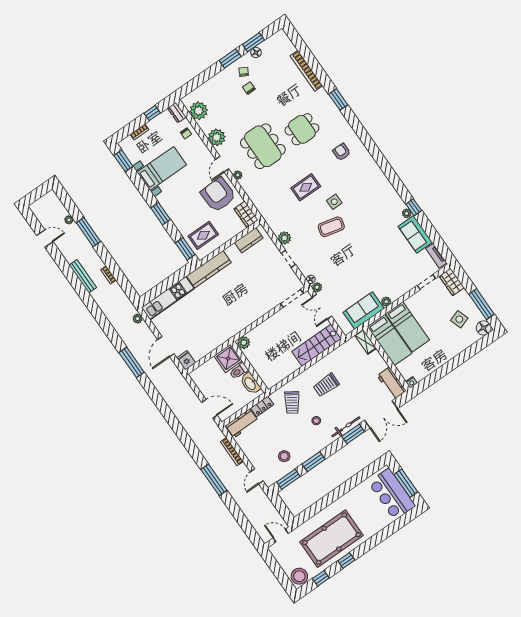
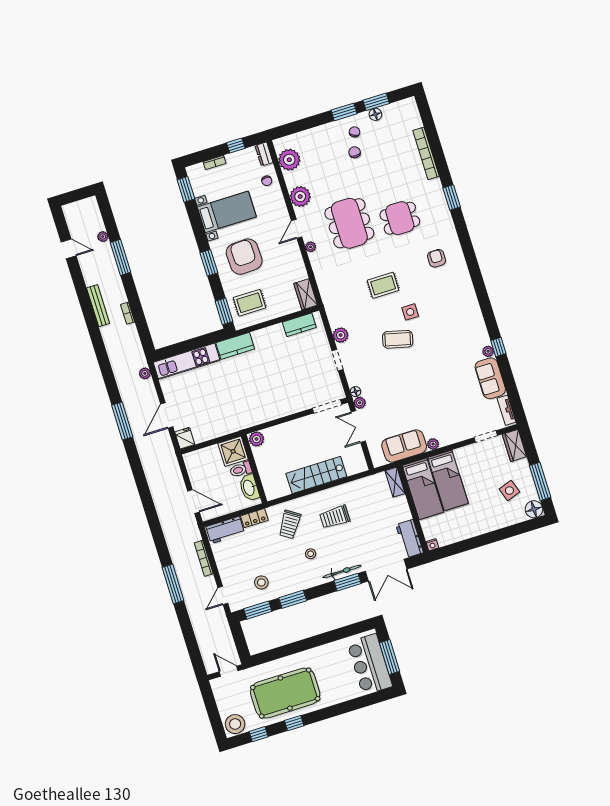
armchair: (218, 195) -> (244, 257), moved
kitchen counter: (209, 269) -> (235, 346), width x0.67
stairs: (317, 345) -> (316, 475), moved

